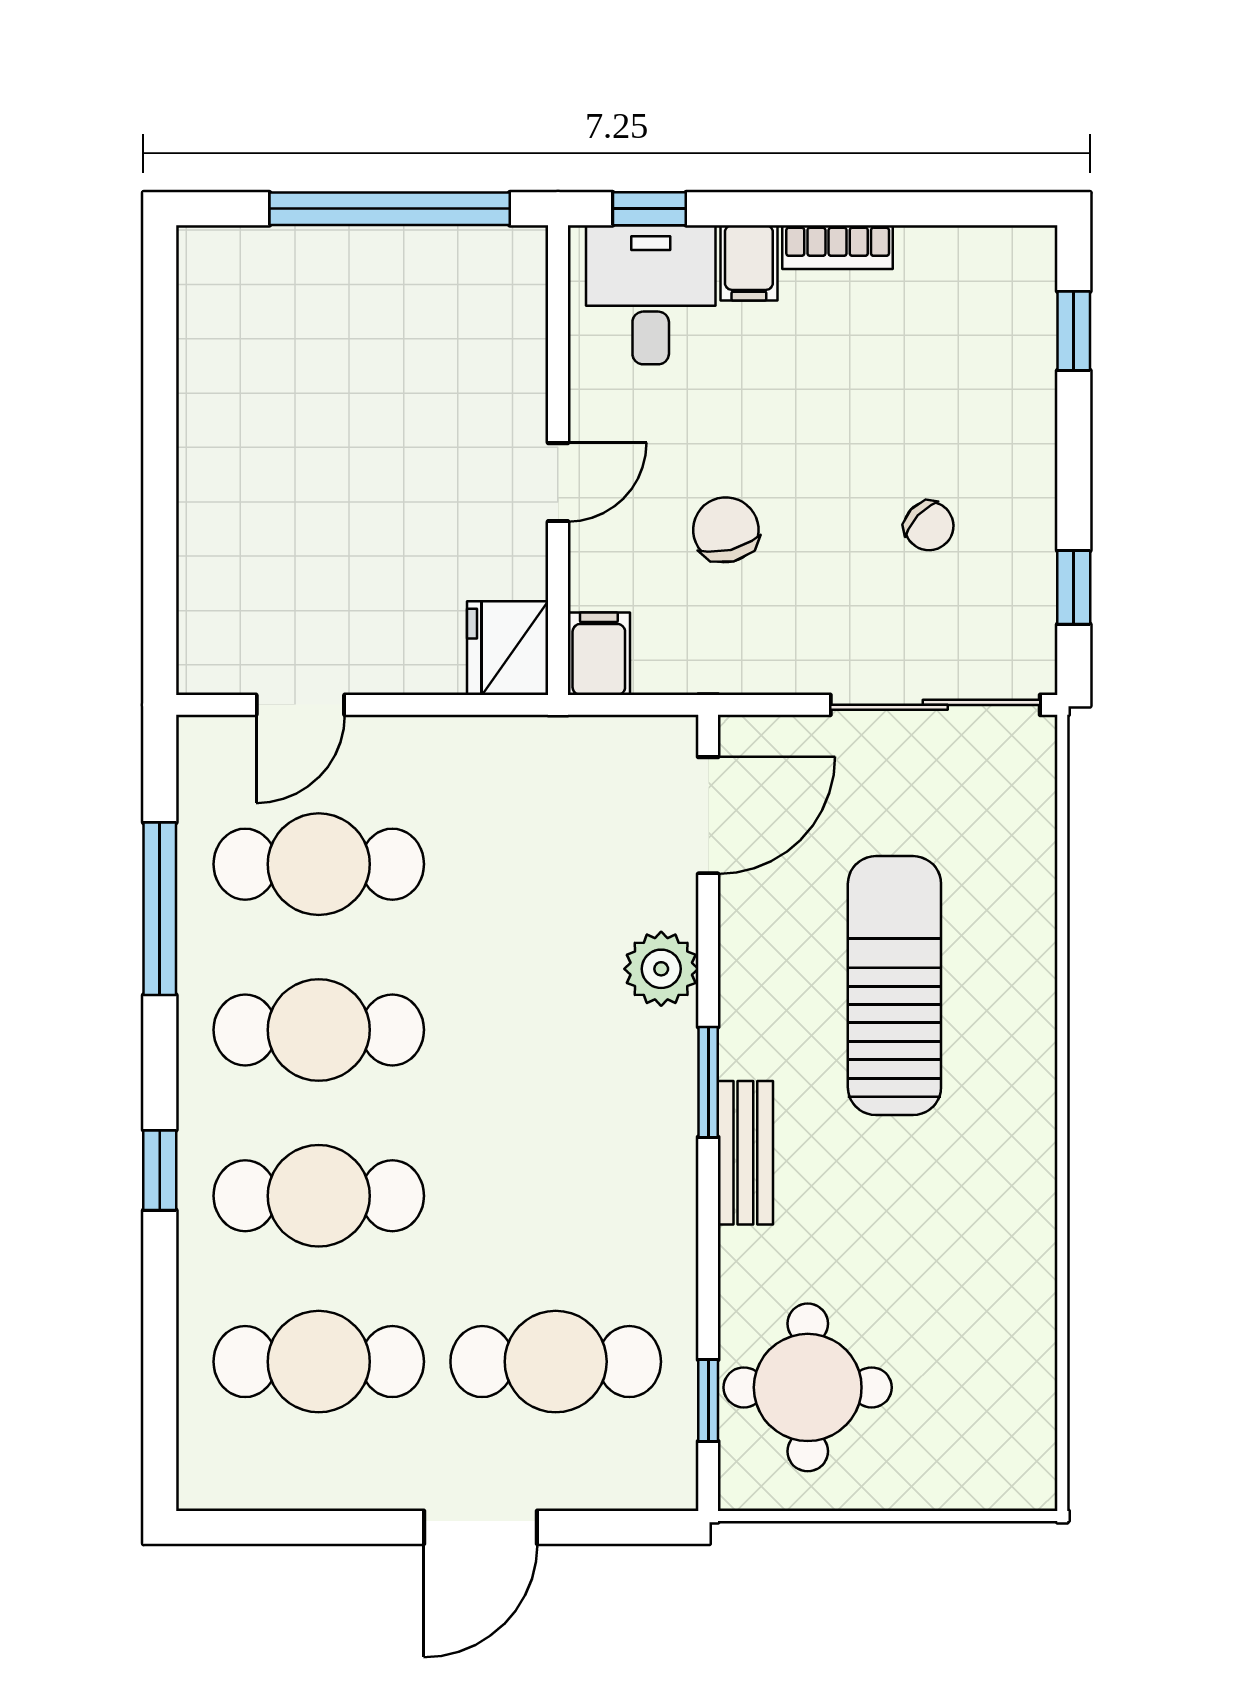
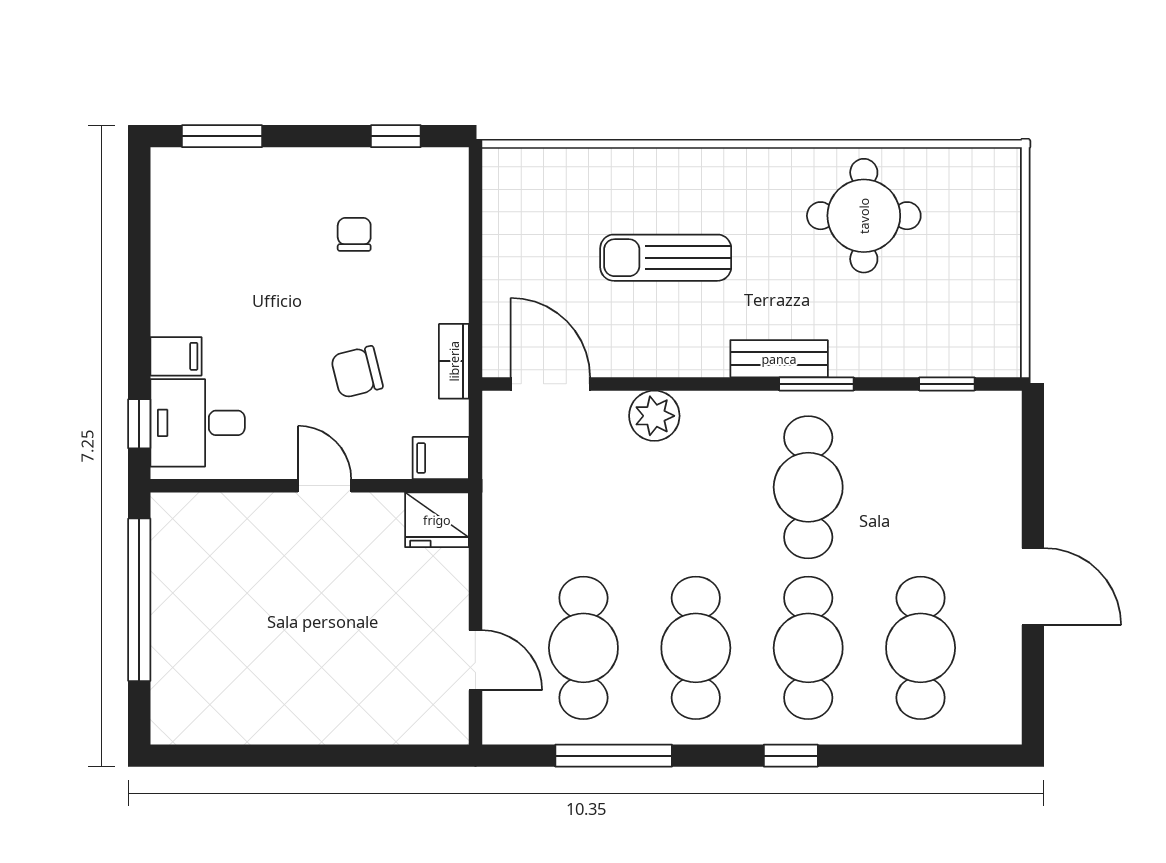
bookcase: (838, 247) -> (454, 361), moved, turned 180
window: (1074, 331) -> (222, 136), width x1.50
chair: (929, 526) -> (354, 234), turned -43
sliding door: (935, 705) -> (475, 230), removed
sun lounger: (894, 986) -> (666, 258), width x0.73, depth x0.75
window: (708, 1082) -> (816, 384), moved
cafe table: (556, 1362) -> (808, 487), moved
round table: (808, 1387) -> (864, 216), moved
door: (480, 1527) -> (1033, 587), moved

